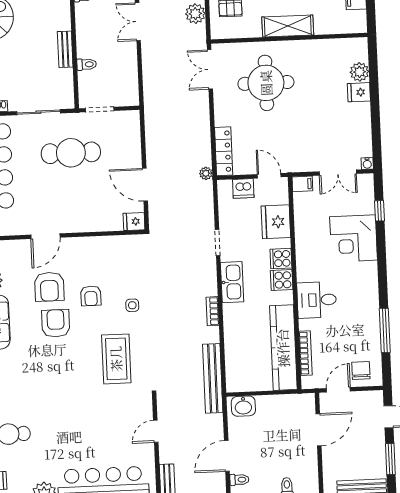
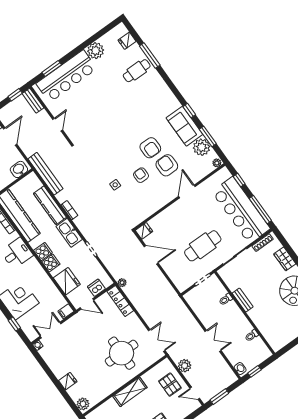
plant: (359, 72) -> (83, 404), moved
kitchen counter: (234, 334) -> (50, 205), added
coffee table: (116, 359) -> (105, 150), removed

